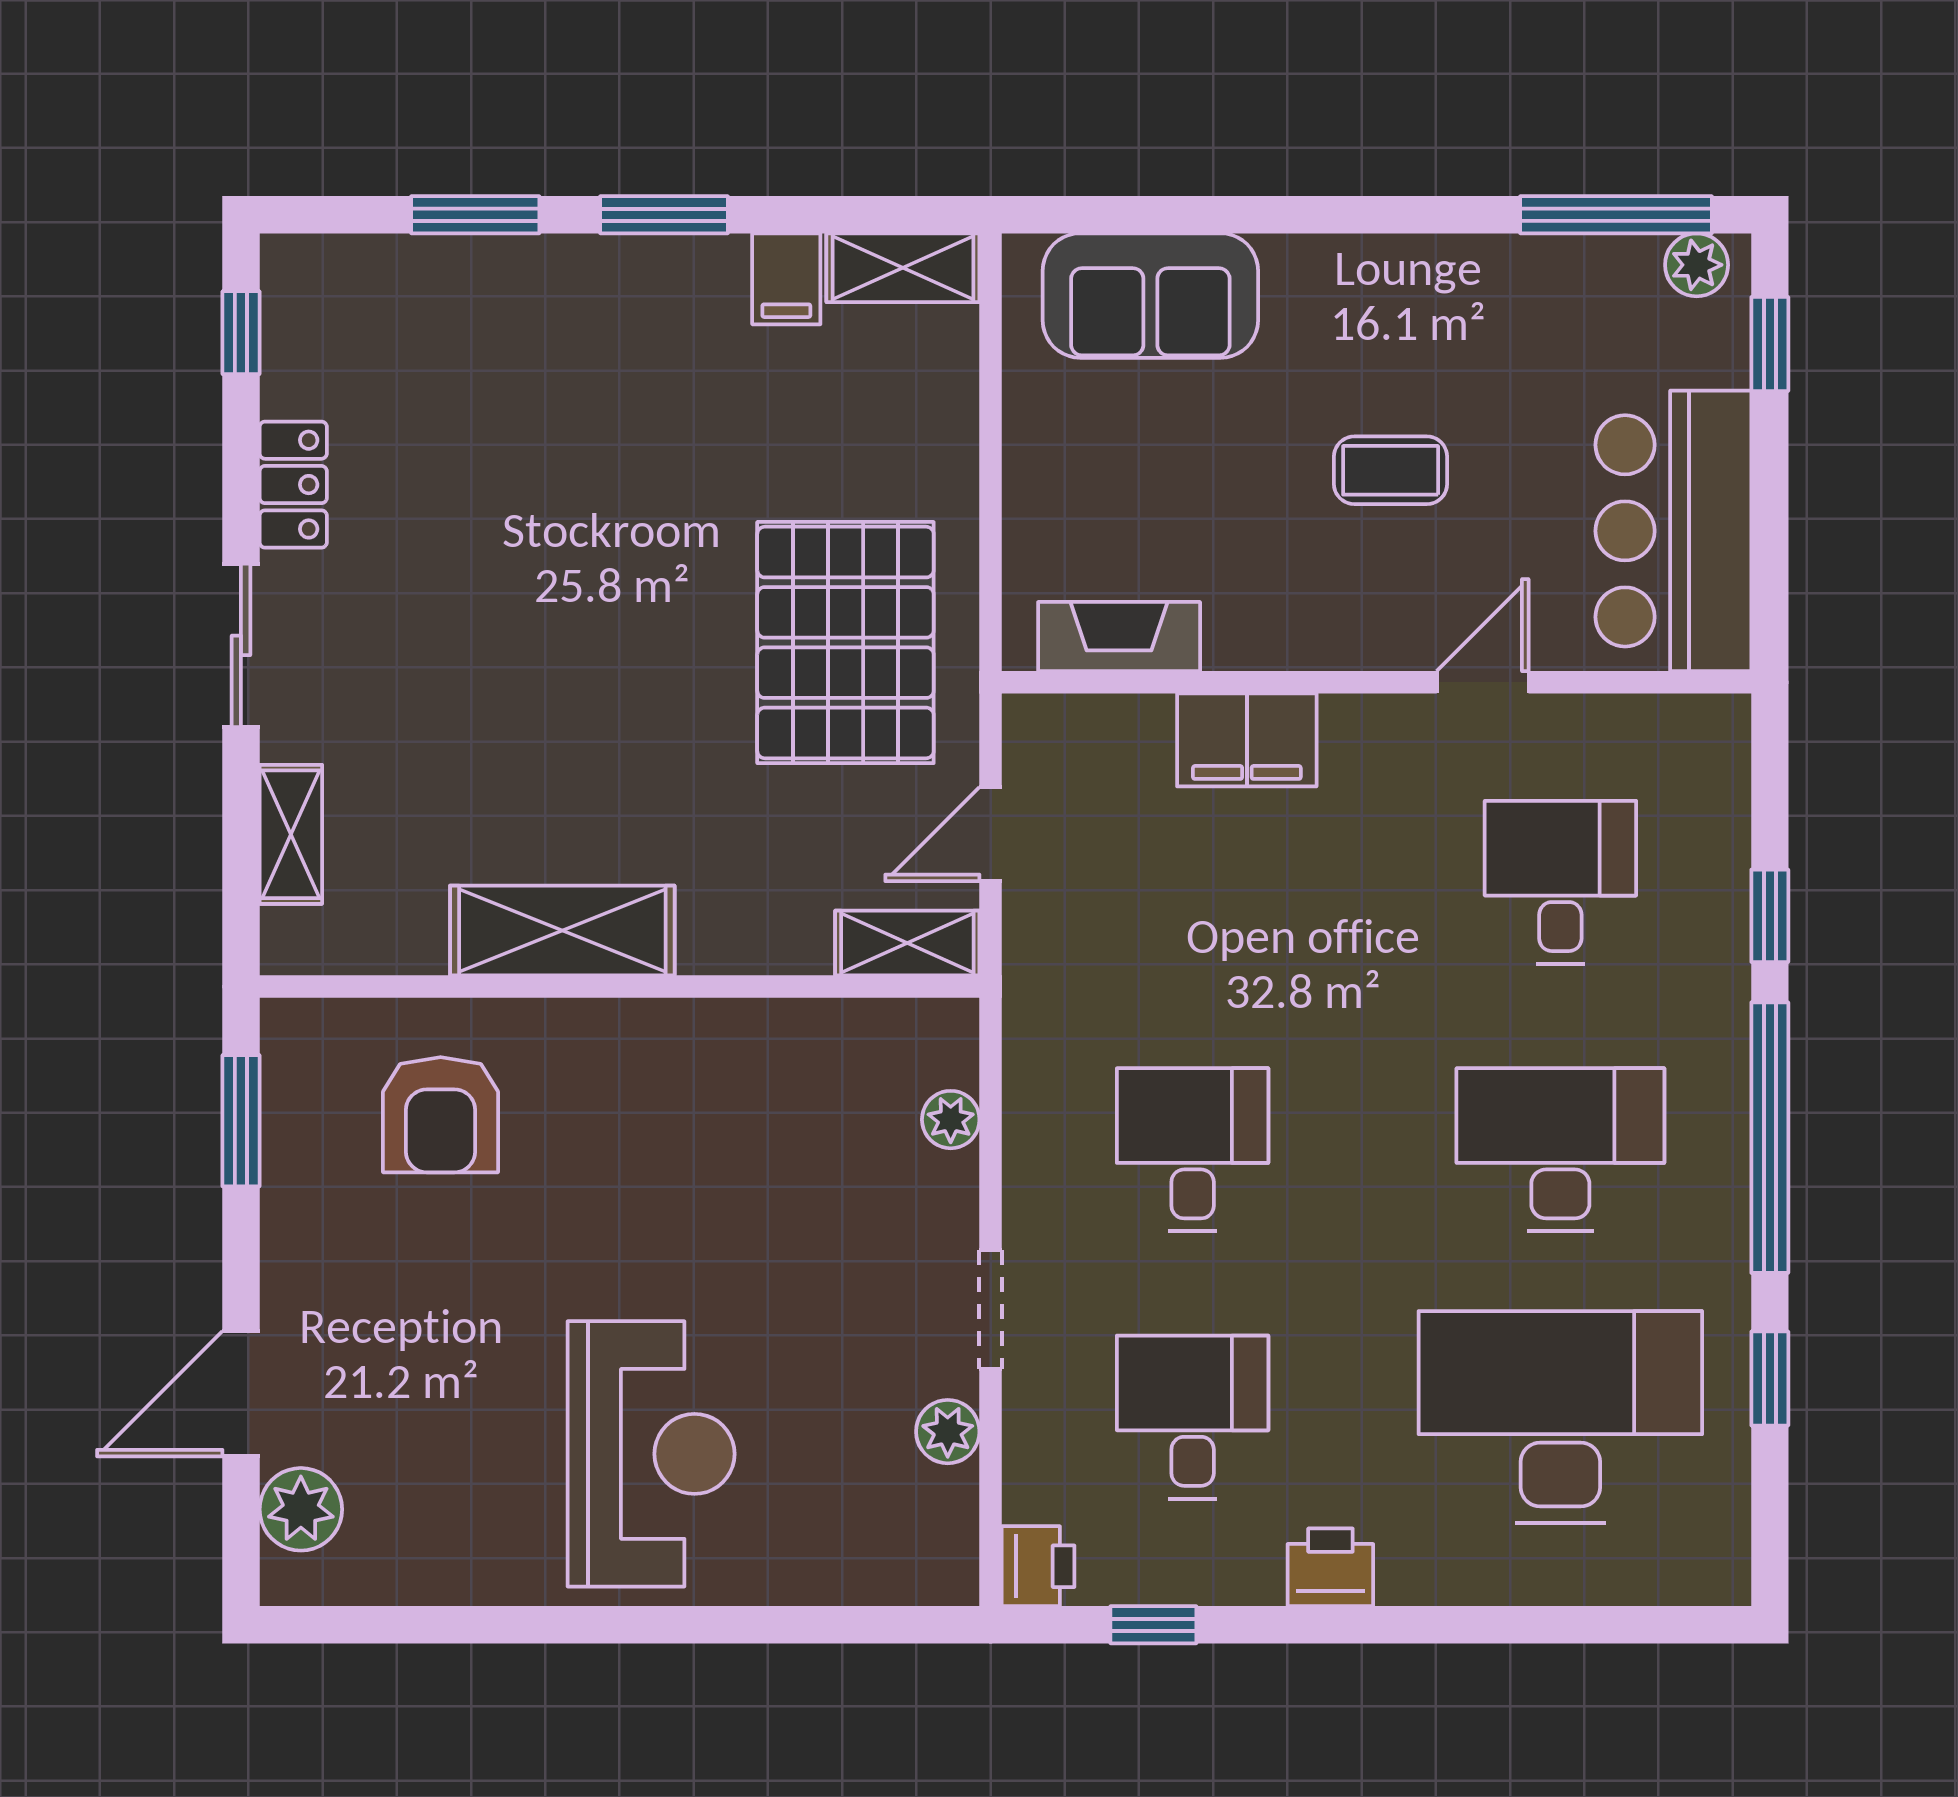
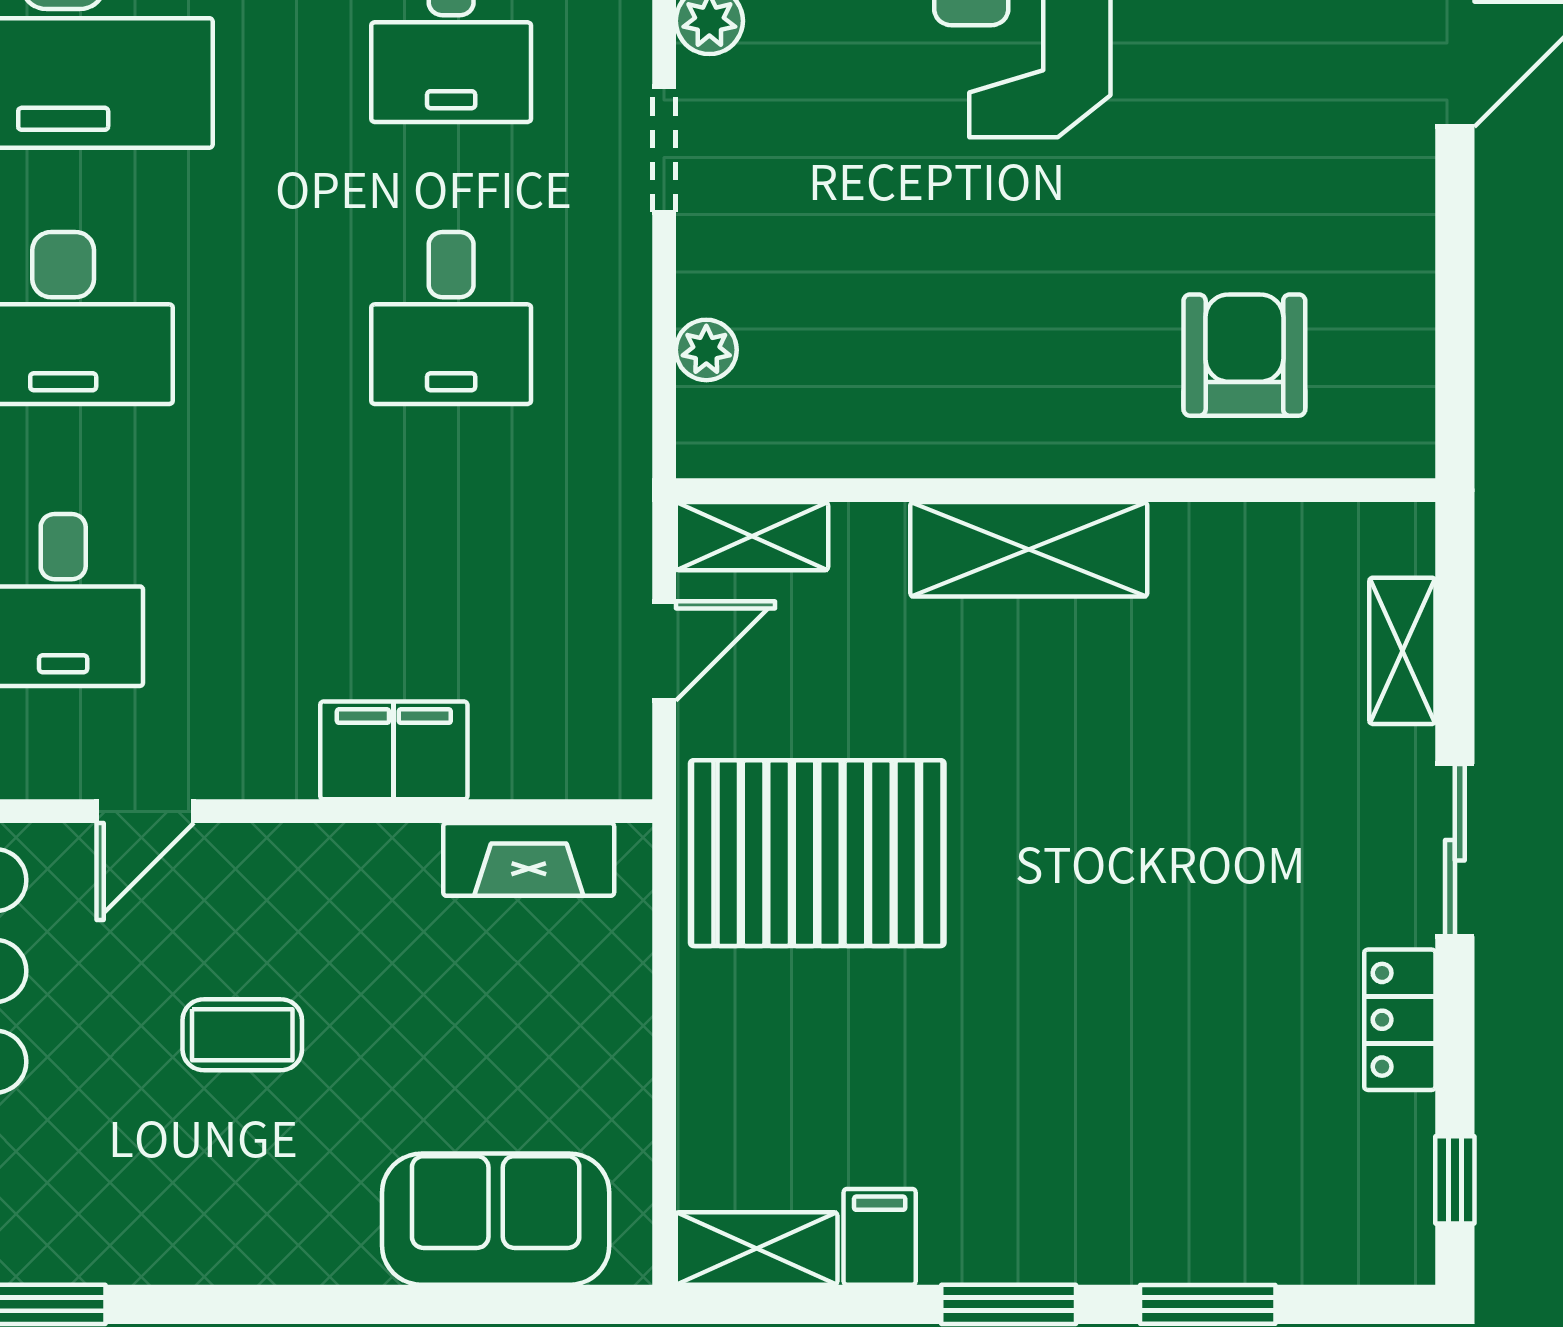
pallet: (845, 643) -> (817, 853), turned 90
shelving: (562, 931) -> (1029, 549), moved
window: (241, 1121) -> (1455, 349), removed

